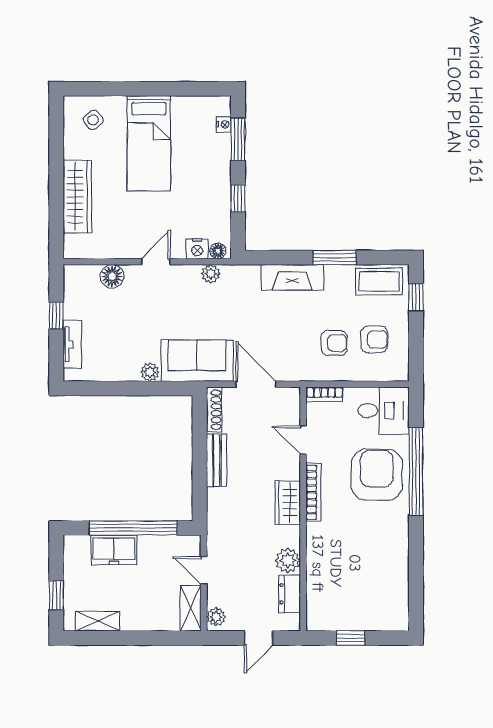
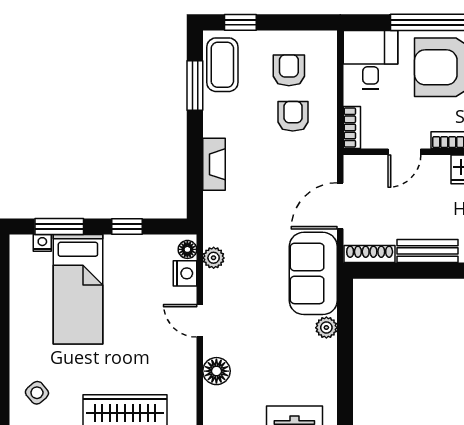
bed: (149, 143) -> (78, 289), moved, turned 90
window: (335, 258) -> (195, 85), moved
fireplace: (292, 277) -> (214, 164), width x0.73, depth x0.76

